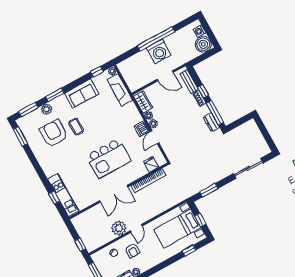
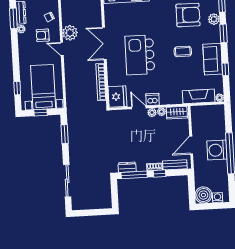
window: (97, 72) -> (225, 69), moved
coffee table: (76, 127) -> (183, 51), moved
fridge: (151, 164) -> (117, 97), width x1.88, depth x1.34

